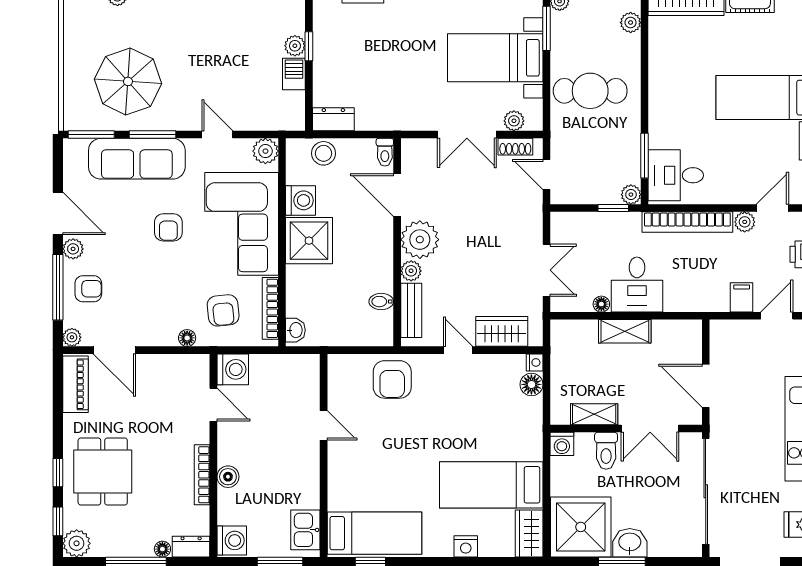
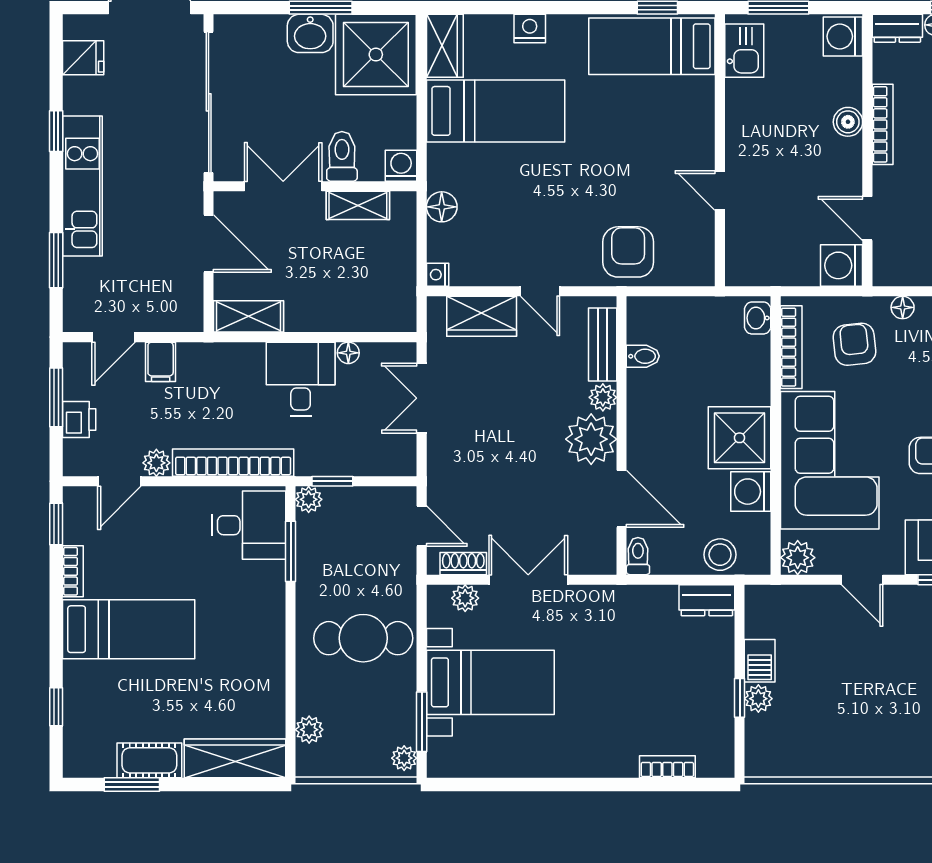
shelving: (625, 331) -> (248, 316), moved
floor lamp: (531, 384) -> (442, 207), moved

